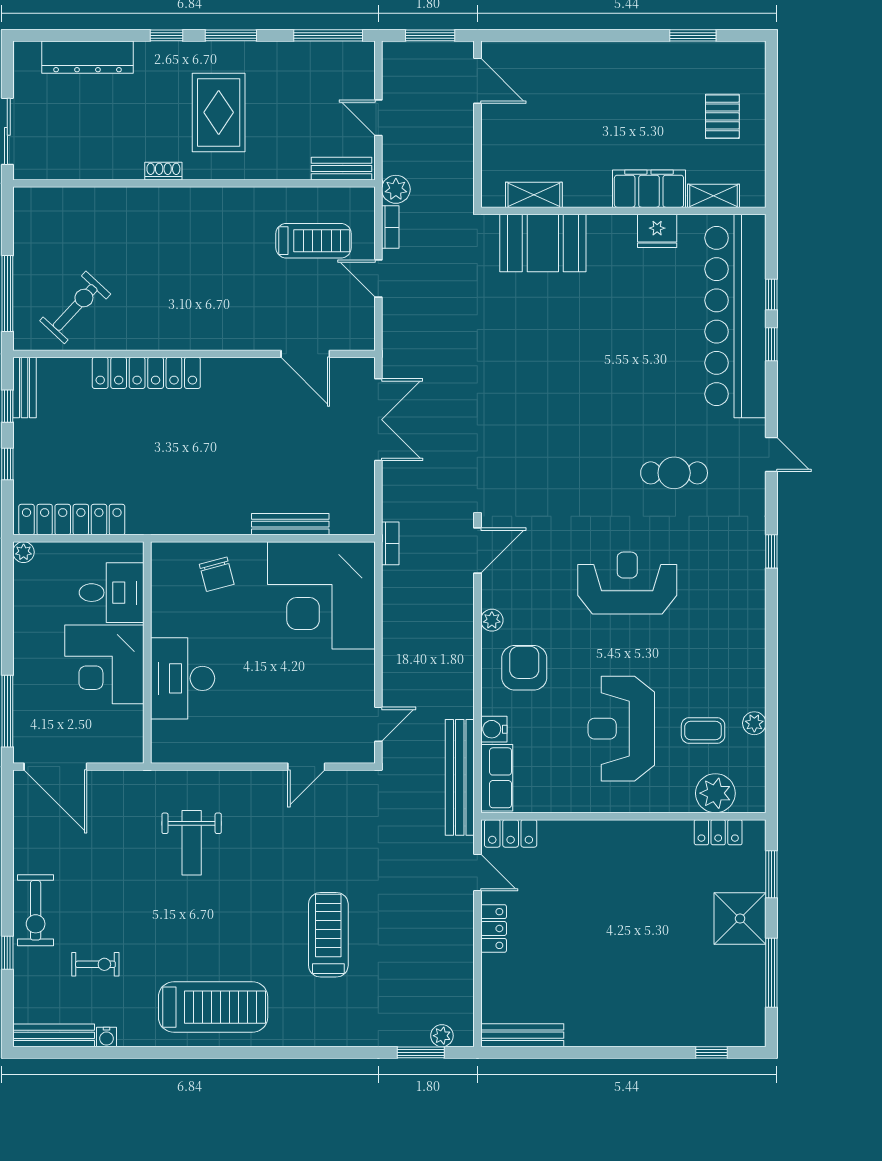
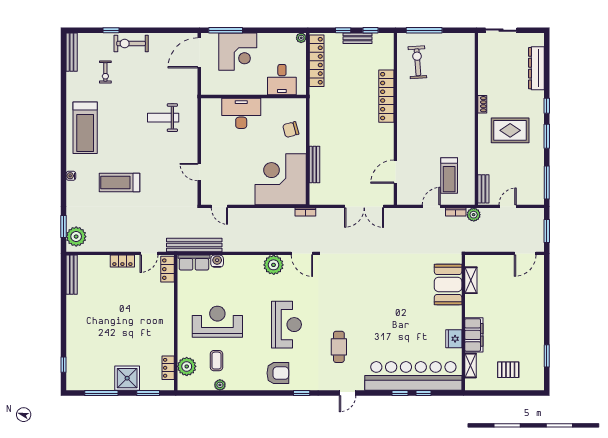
exercise bike: (75, 307) -> (417, 62), turned -137
bench: (25, 387) -> (357, 38), moved
plant: (492, 620) -> (274, 265), width x1.88, depth x1.88
corner desk: (104, 664) -> (238, 52), moved, turned 180
armchair: (524, 668) -> (278, 373), moved
treadmill: (328, 935) -> (119, 183), turned 180
plant: (442, 1036) -> (76, 237), width x1.87, depth x1.87
water cooler: (107, 1037) -> (71, 176), moved

